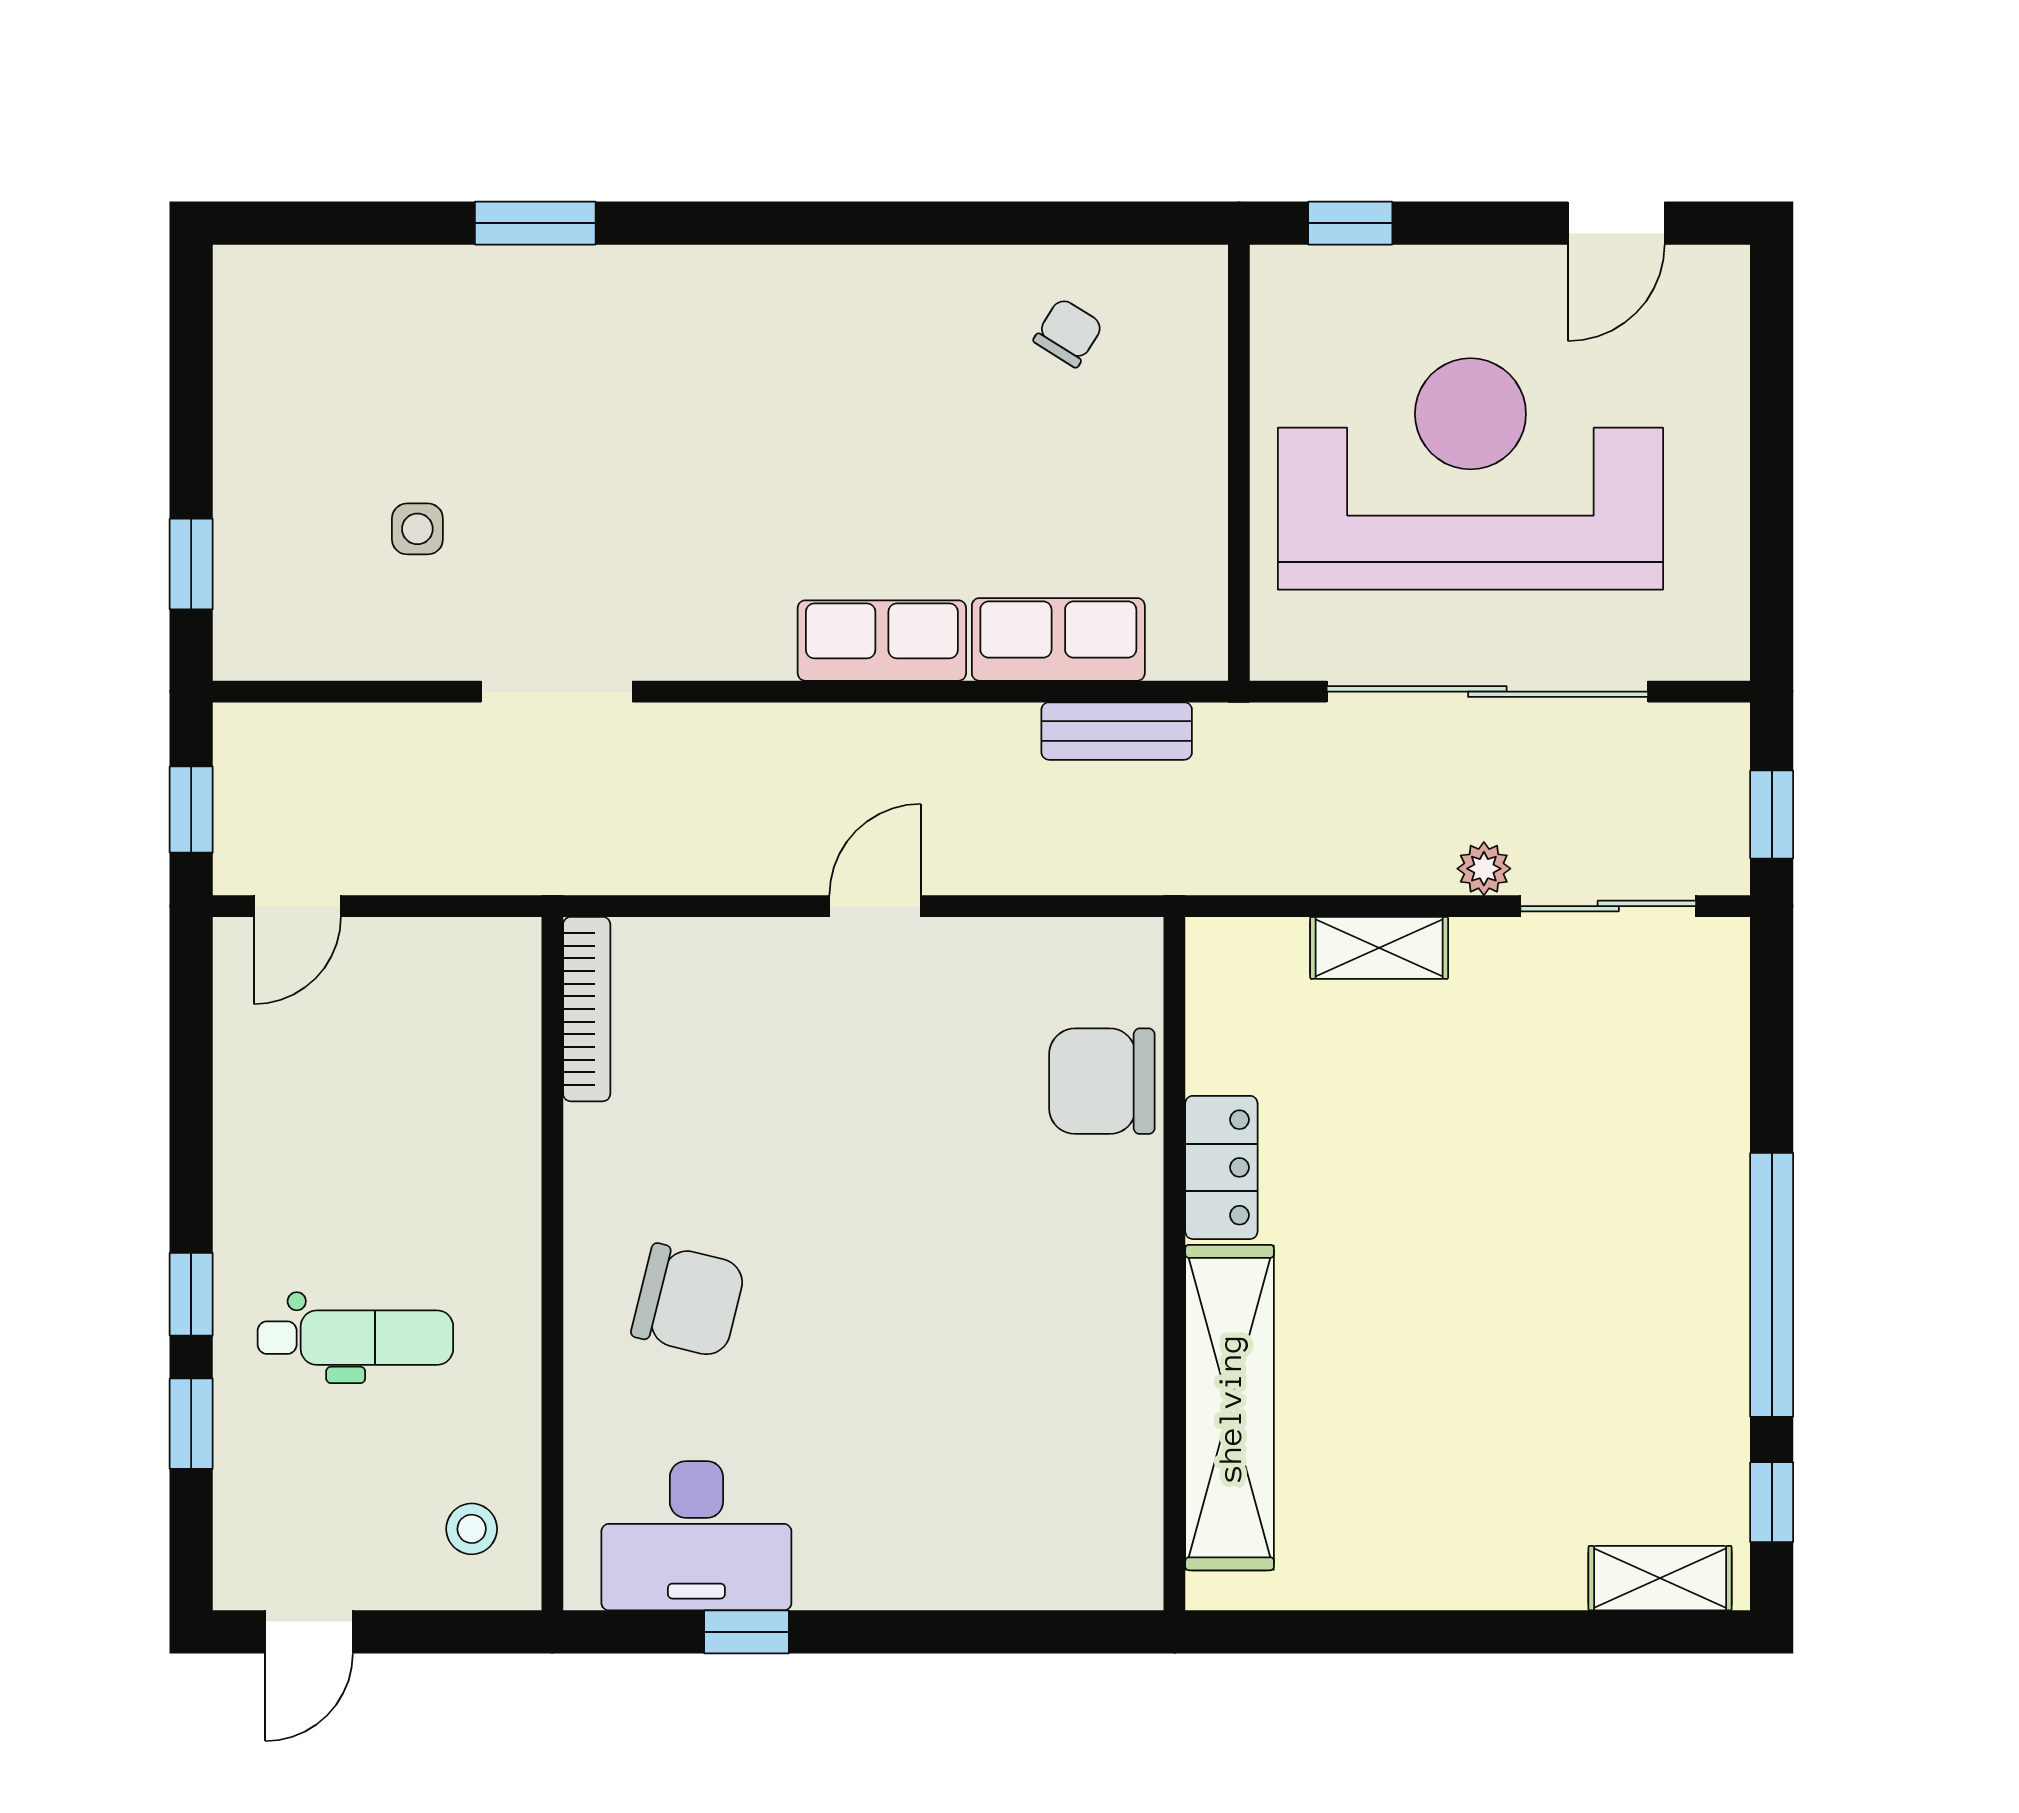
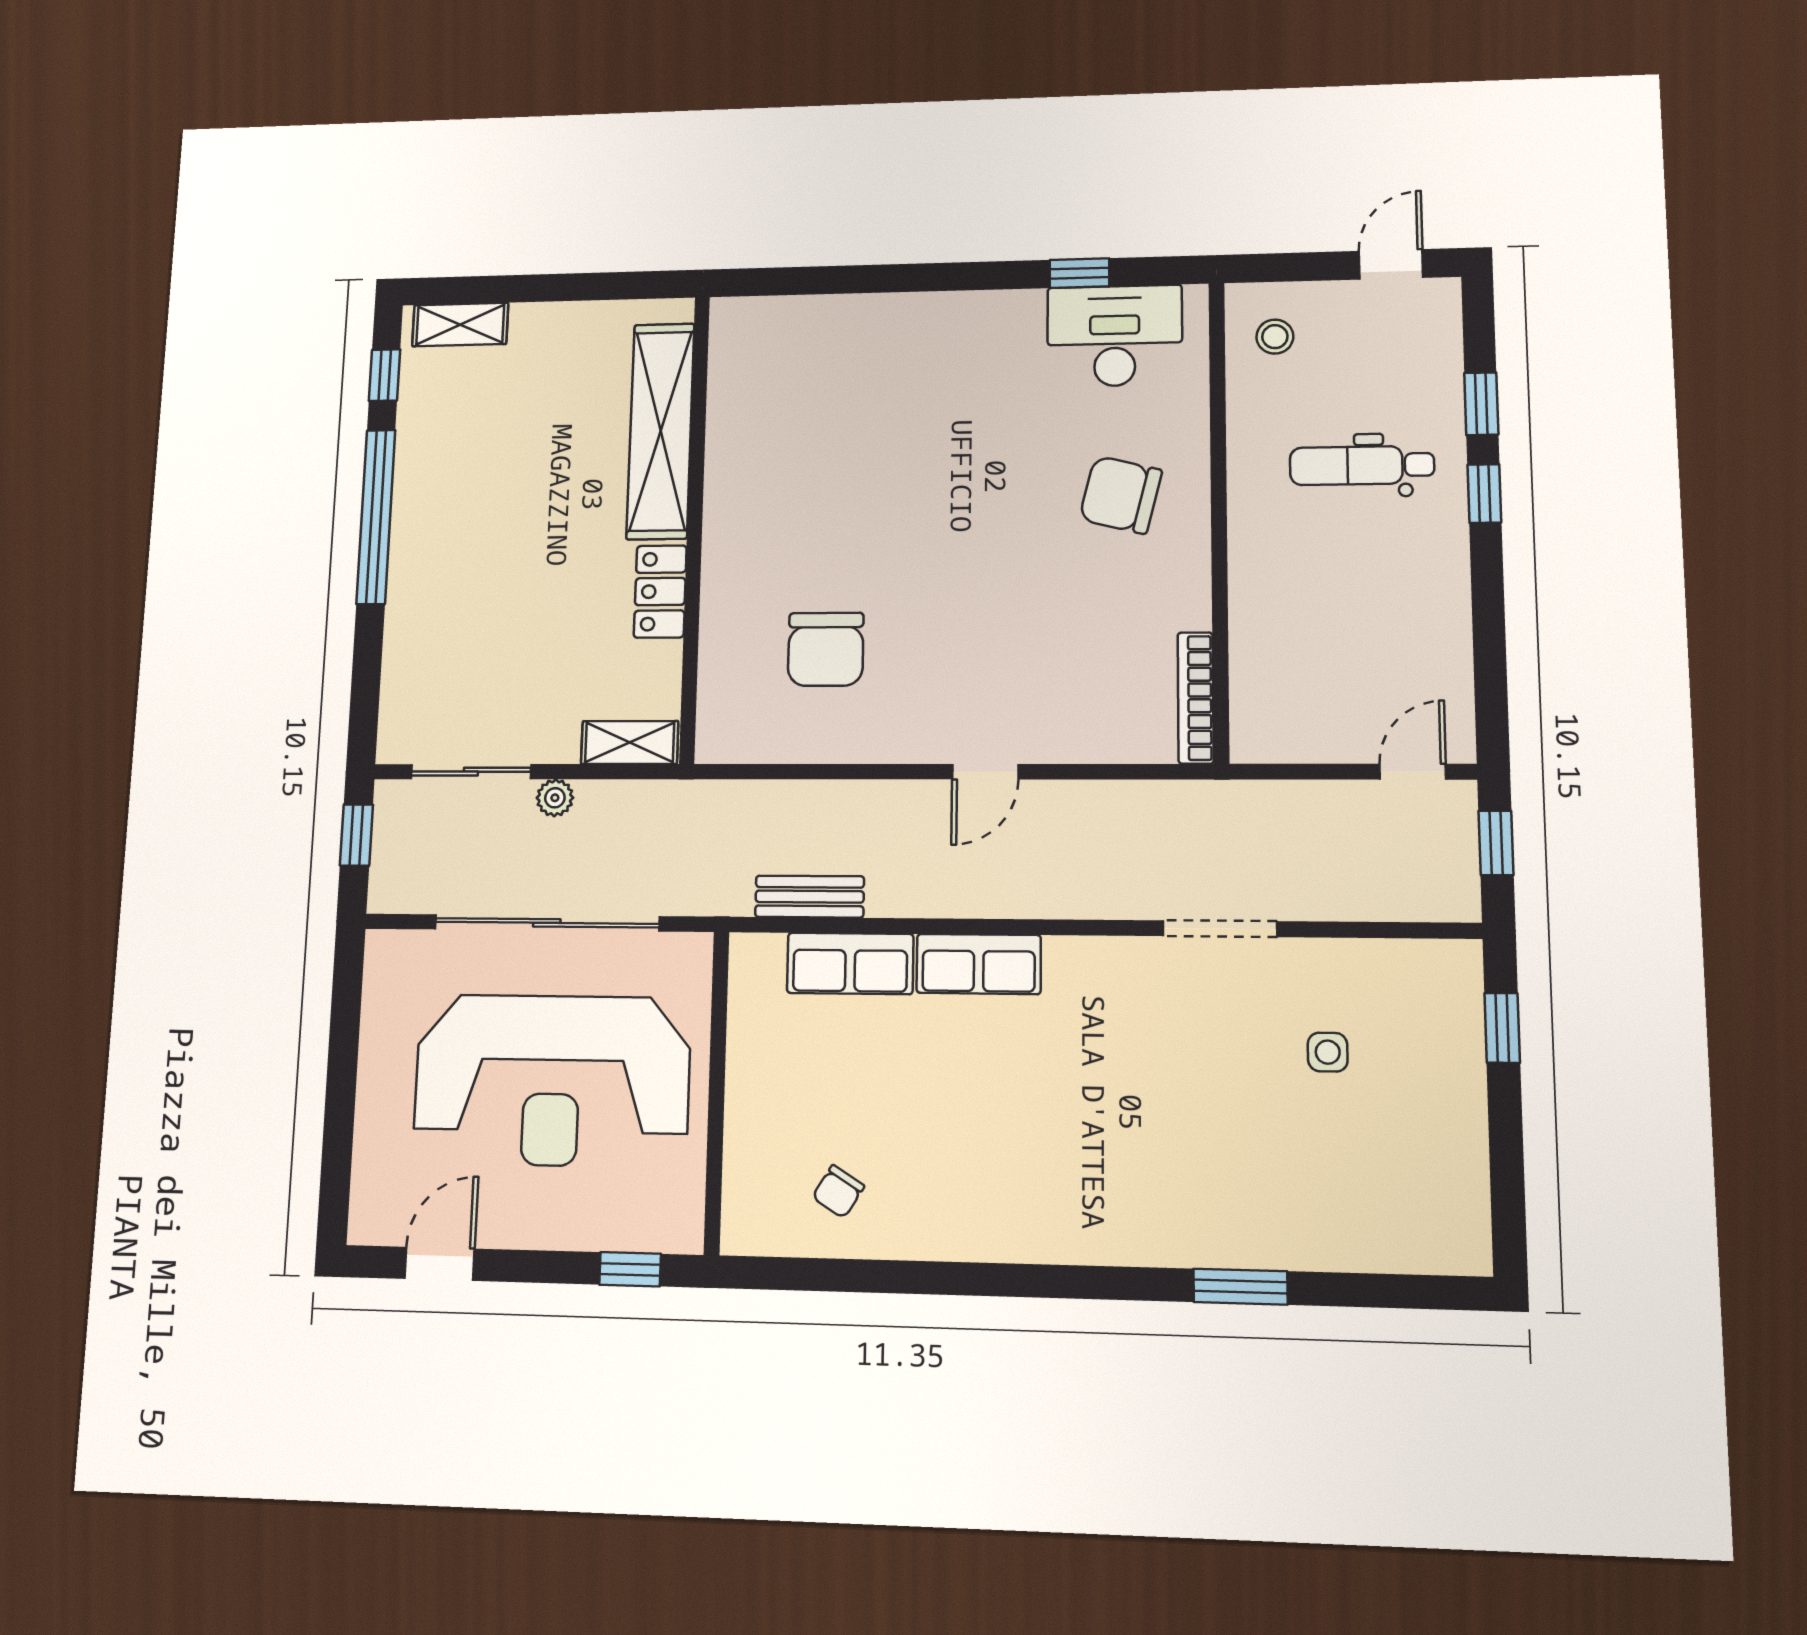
chair: (1102, 1081) -> (826, 649), turned 90
locker: (1221, 1167) -> (660, 592), moved
wall: (1174, 1264) -> (695, 526), moved
shelving: (1230, 1408) -> (661, 431), moved

